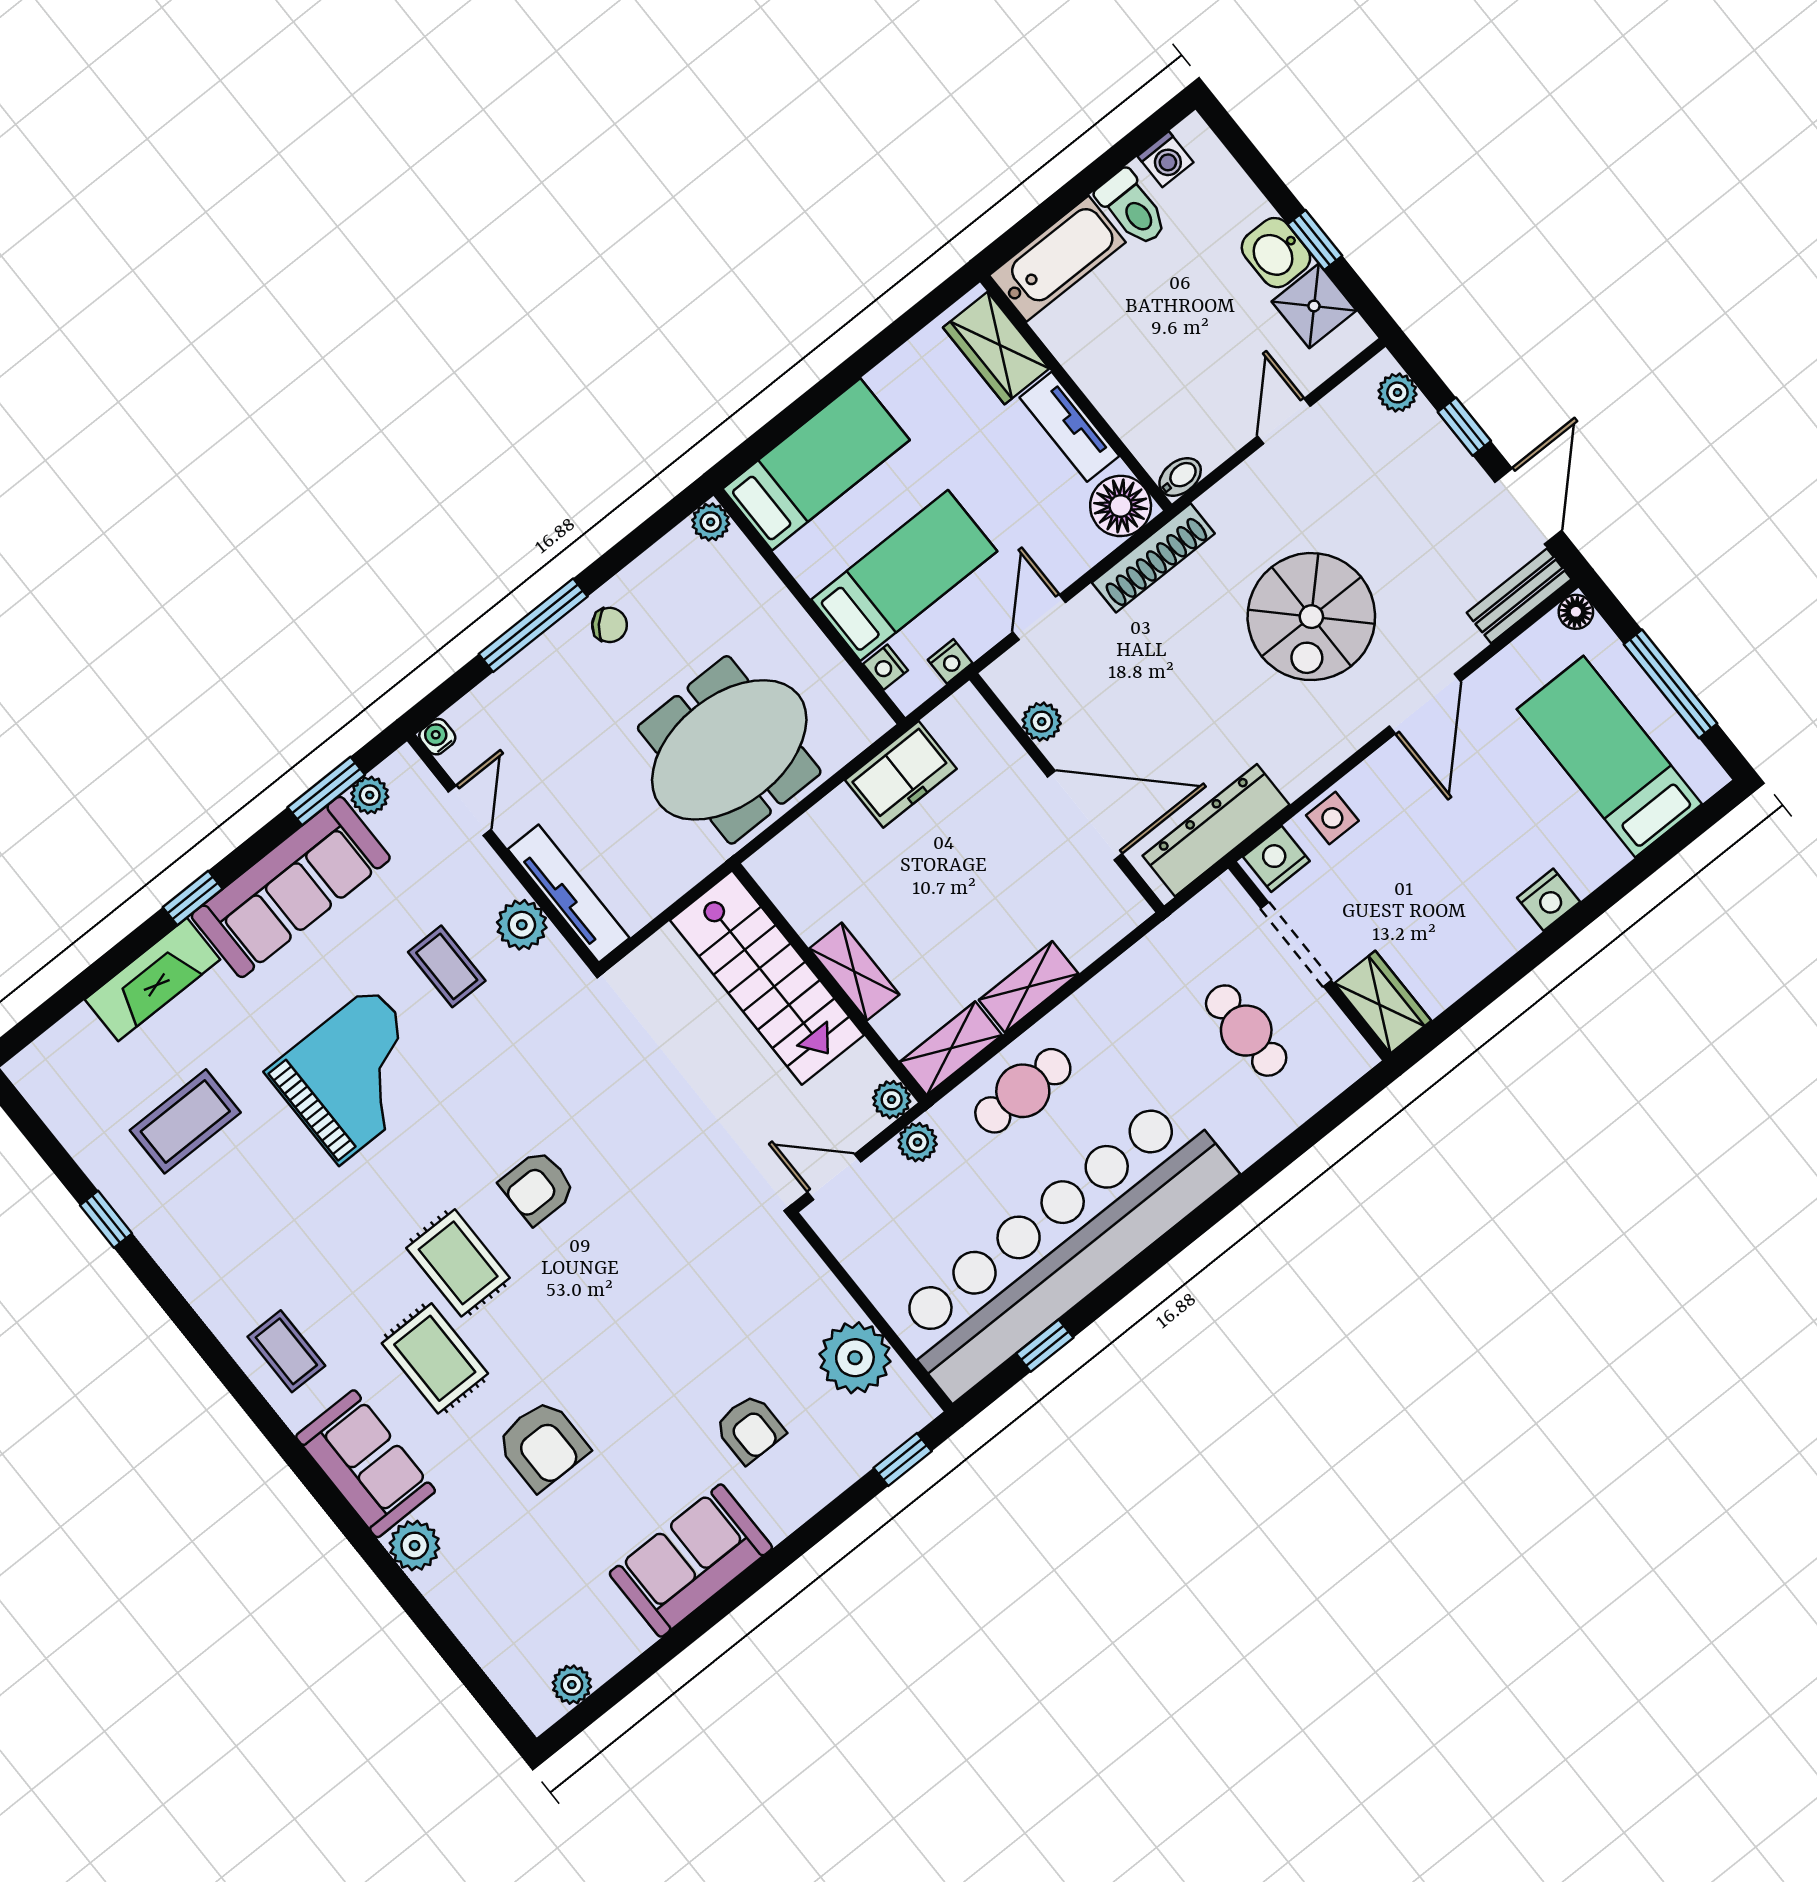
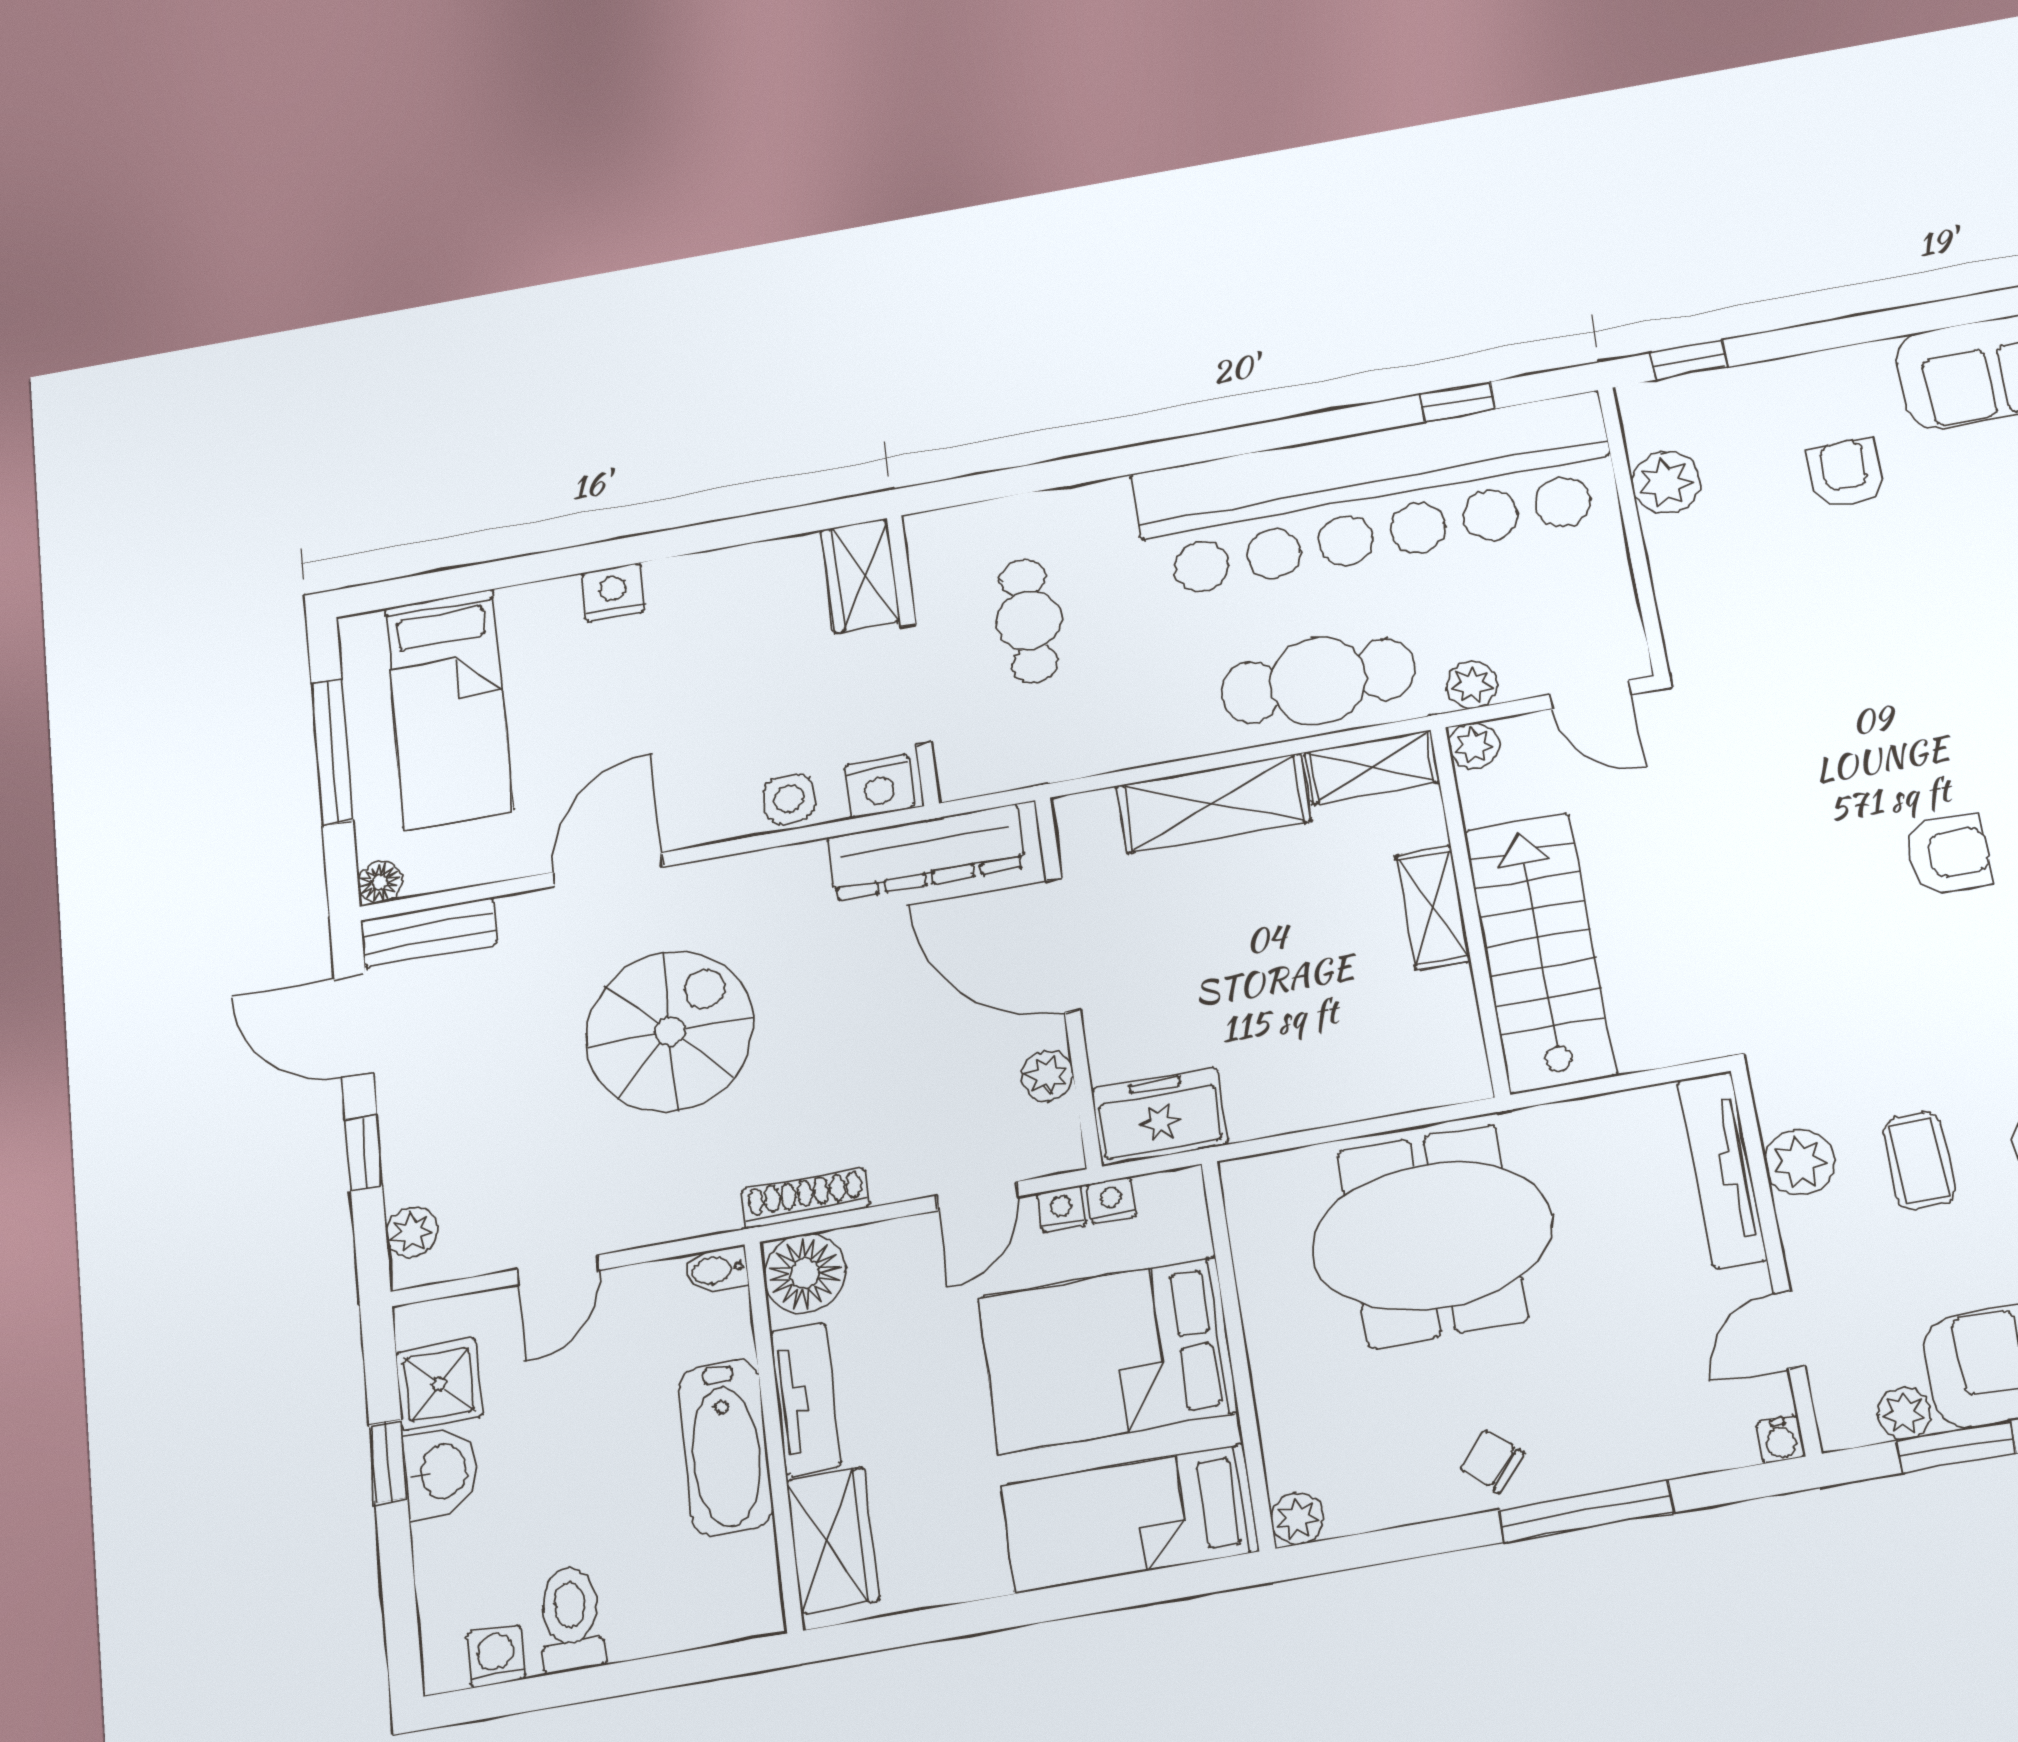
bathtub: (1057, 259) -> (725, 1448), moved, turned -90
door: (1528, 506) -> (354, 1026), hinge flipped
shoe rack: (1153, 558) -> (805, 1198), width x0.74, depth x0.81
bed: (904, 575) -> (1108, 1355), width x1.50
nightstand: (885, 667) -> (1062, 1209), moved, turned -90
freezer: (901, 774) -> (1159, 1116), moved
shelving: (1029, 987) -> (1214, 803), width x1.50, depth x1.33
cafe table: (1023, 1091) -> (1318, 681), width x1.37, depth x1.35
plant: (855, 1358) -> (1666, 482), width x0.73, depth x0.73

